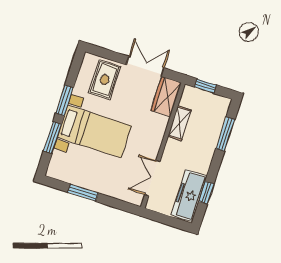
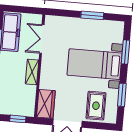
window: (65, 100) -> (122, 95), moved
shelving: (180, 123) -> (32, 72), moved
double door: (152, 178) -> (42, 39), swing flipped

